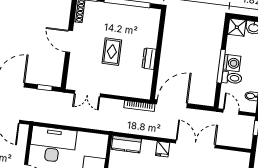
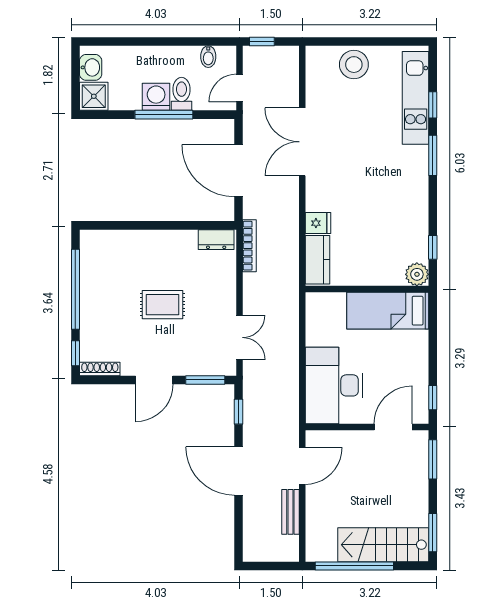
dresser: (149, 59) -> (216, 240), moved
window: (65, 71) -> (205, 380), added
door: (172, 104) -> (238, 171), moved
fridge: (163, 149) -> (318, 223), moved

